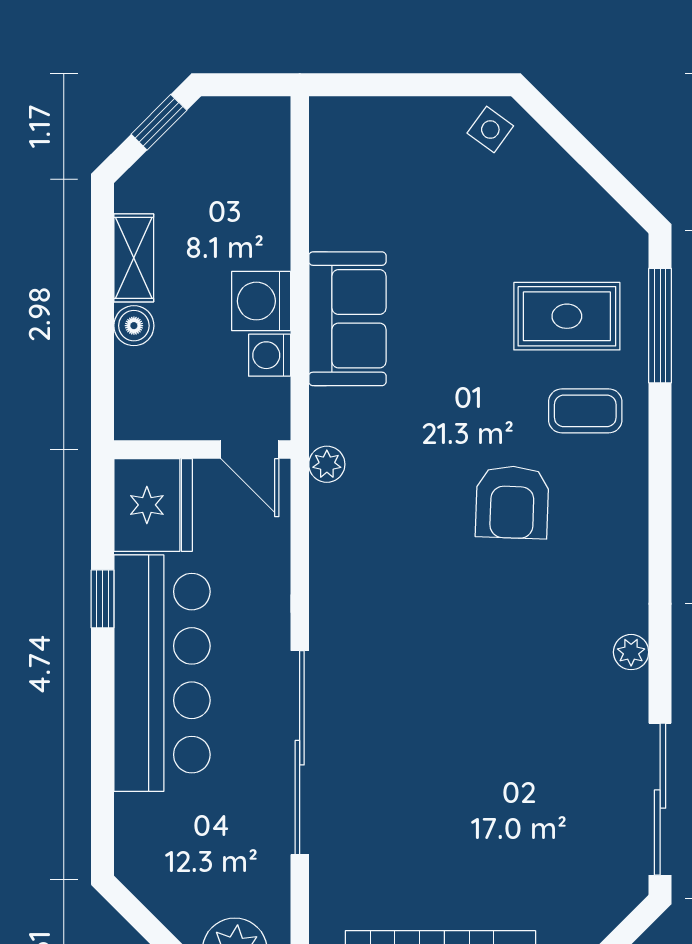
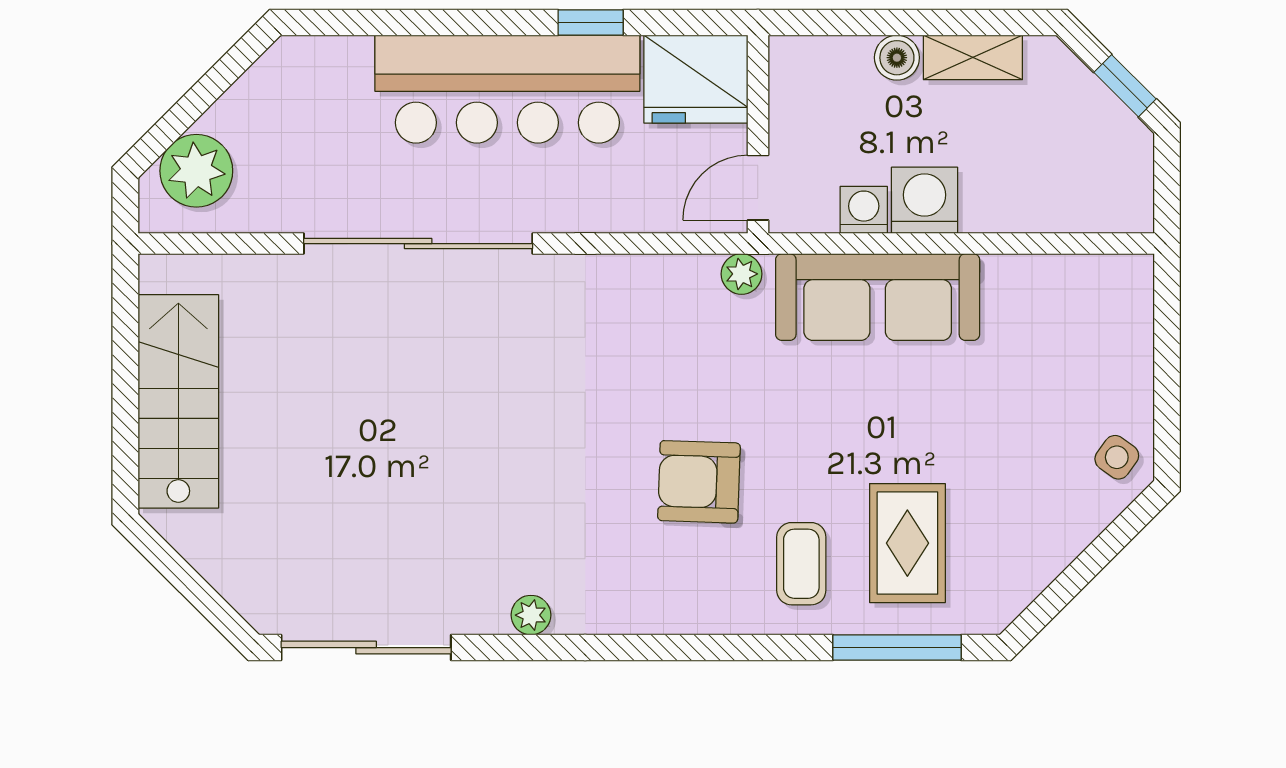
sofa: (347, 319) -> (878, 297), width x1.36

